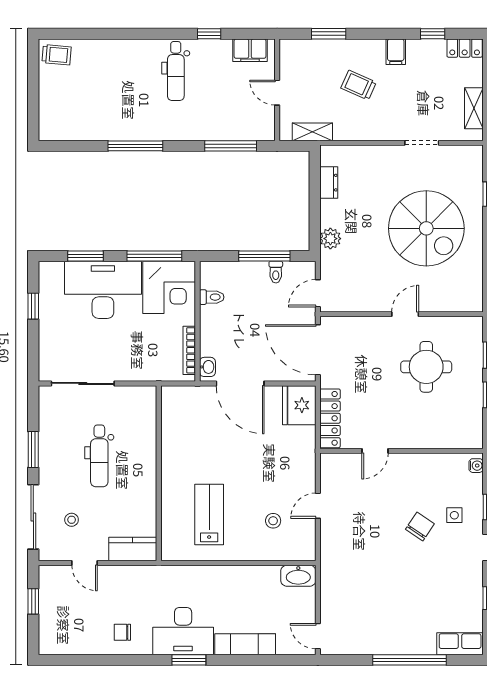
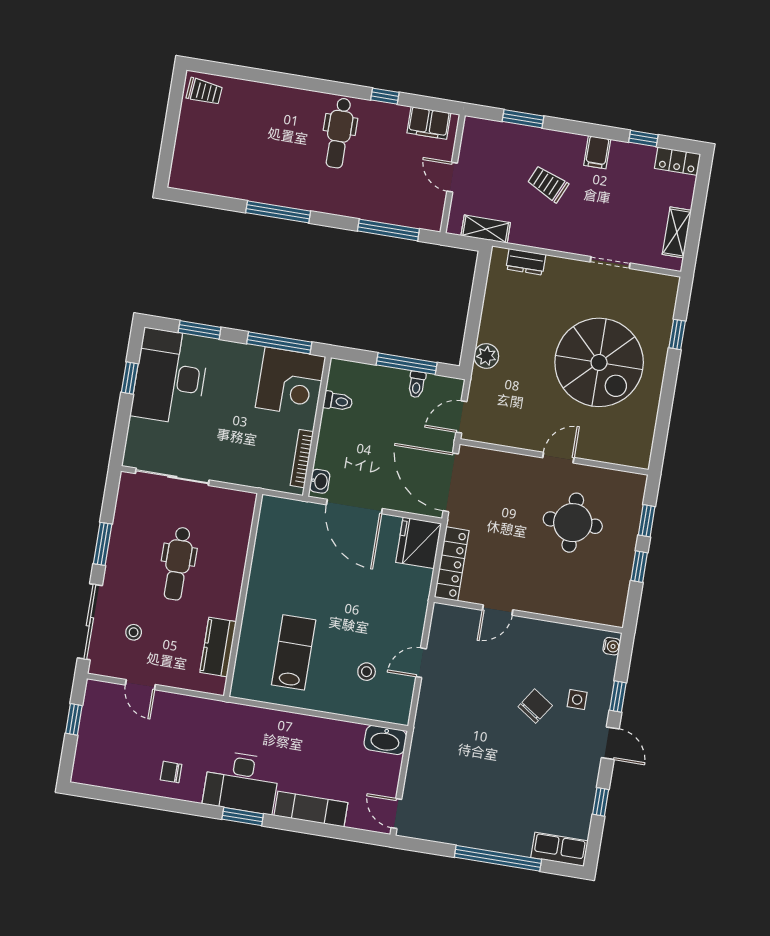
dresser: (329, 183) -> (526, 262), moved, turned 90
desk: (103, 290) -> (170, 377), moved, turned -90
kitchen counter: (133, 549) -> (218, 647), moved, turned -90

